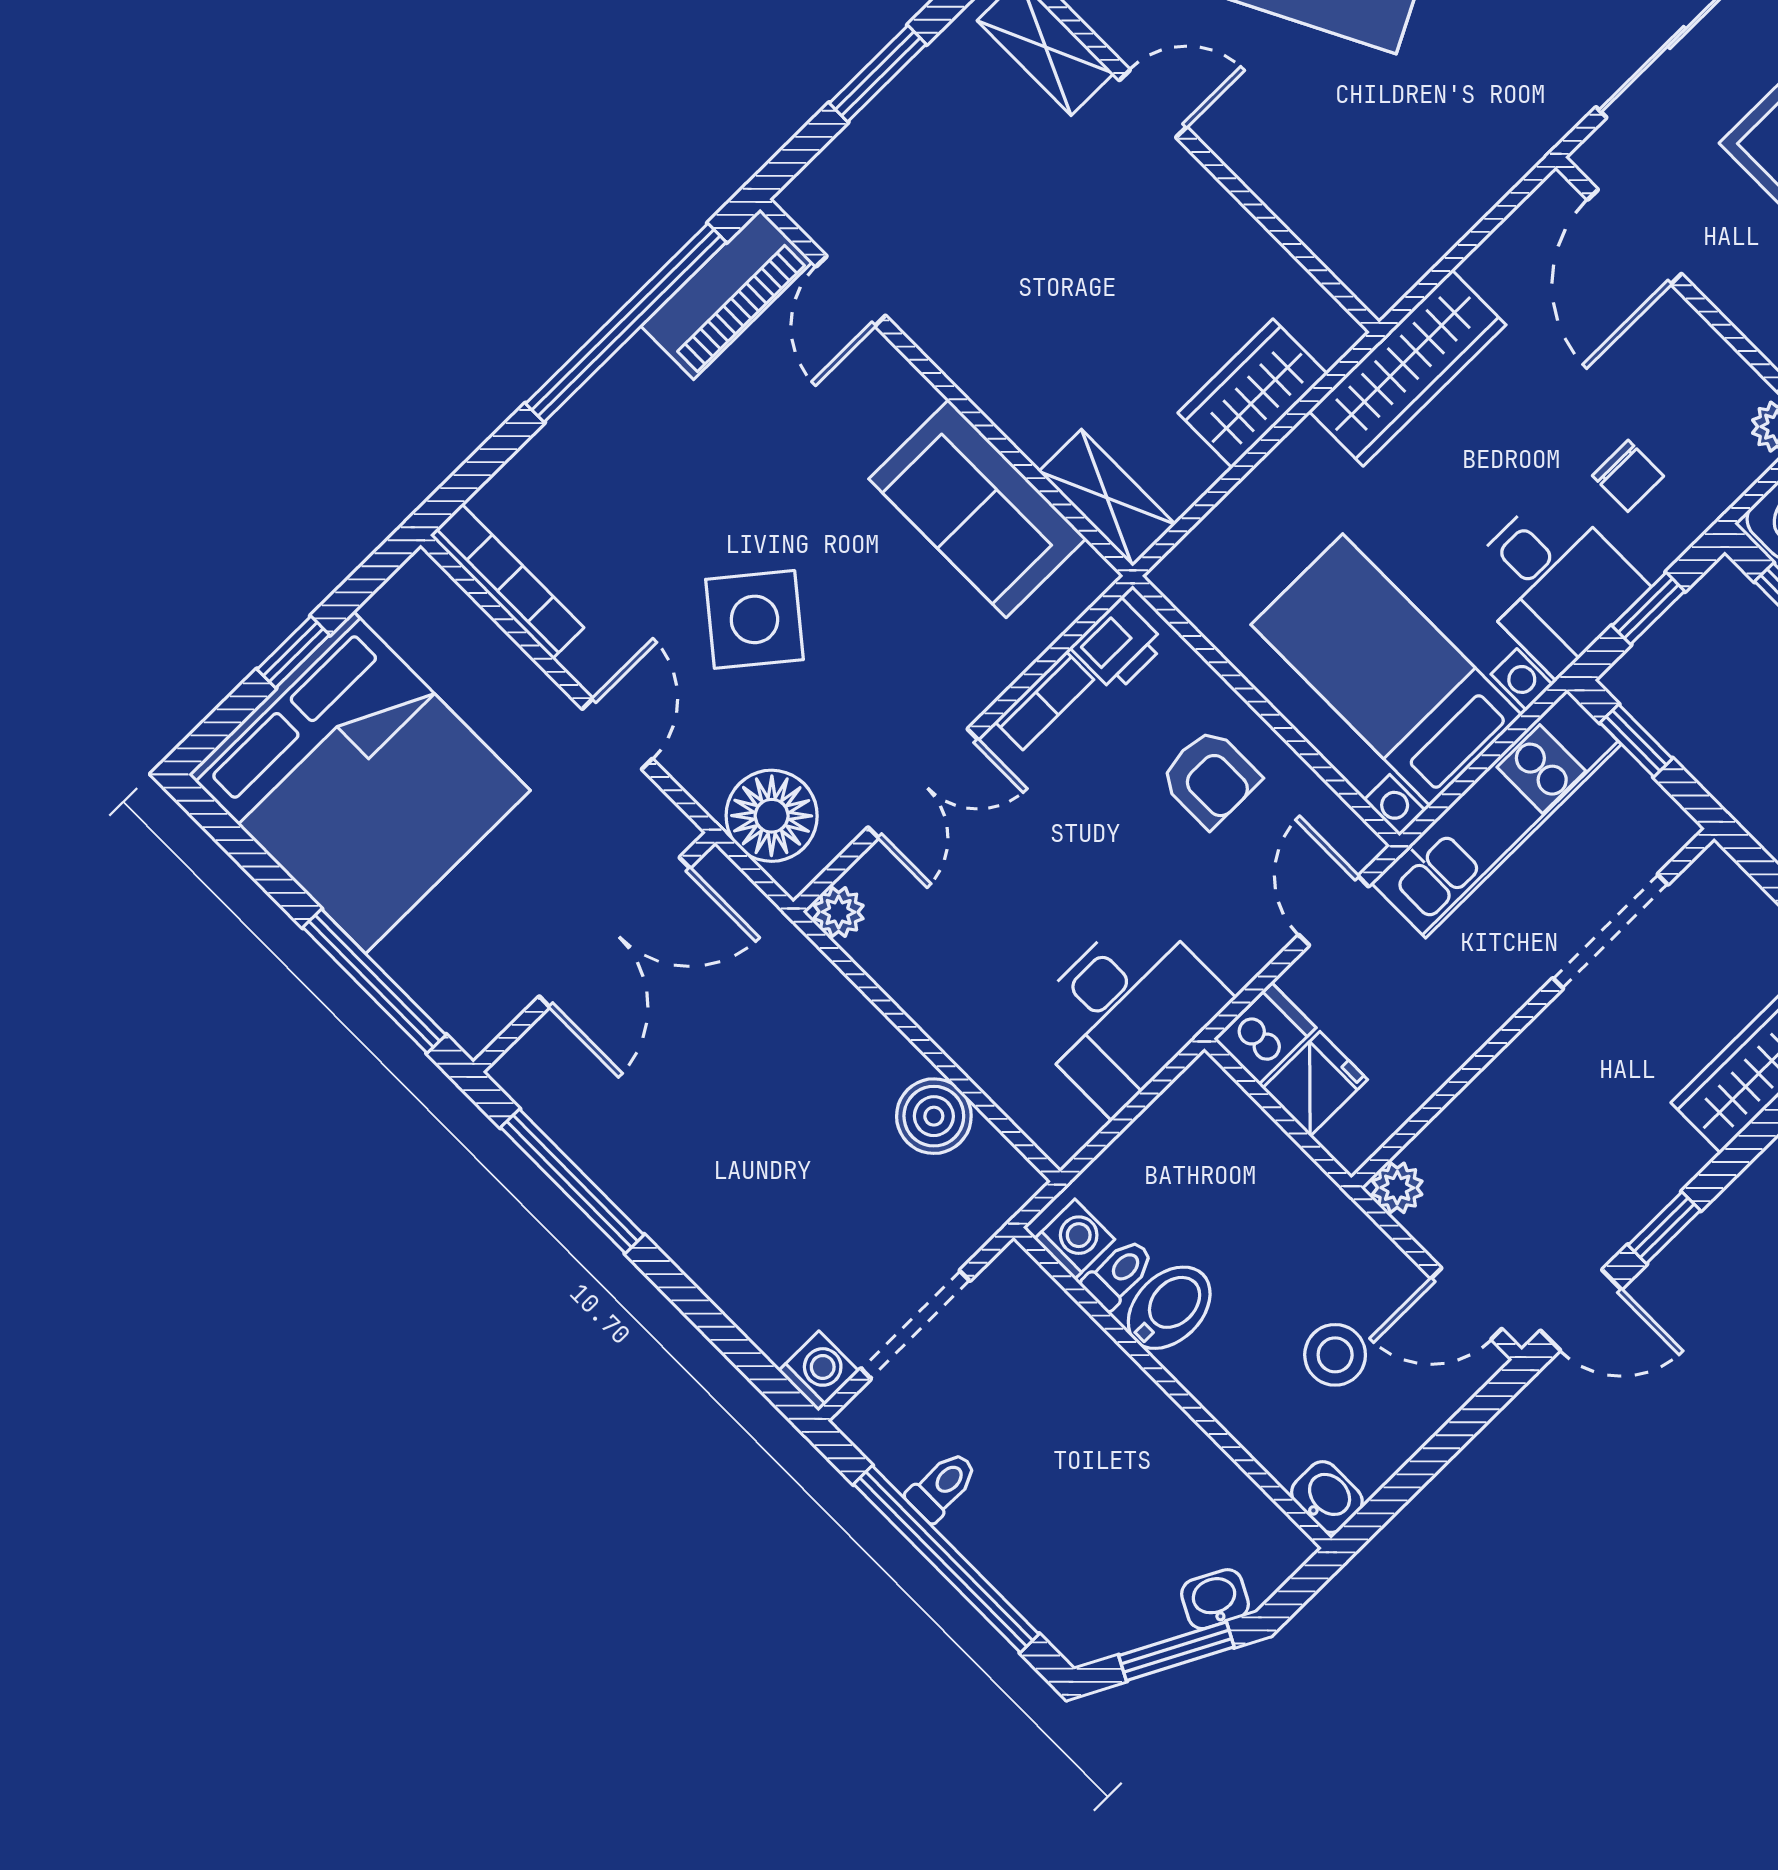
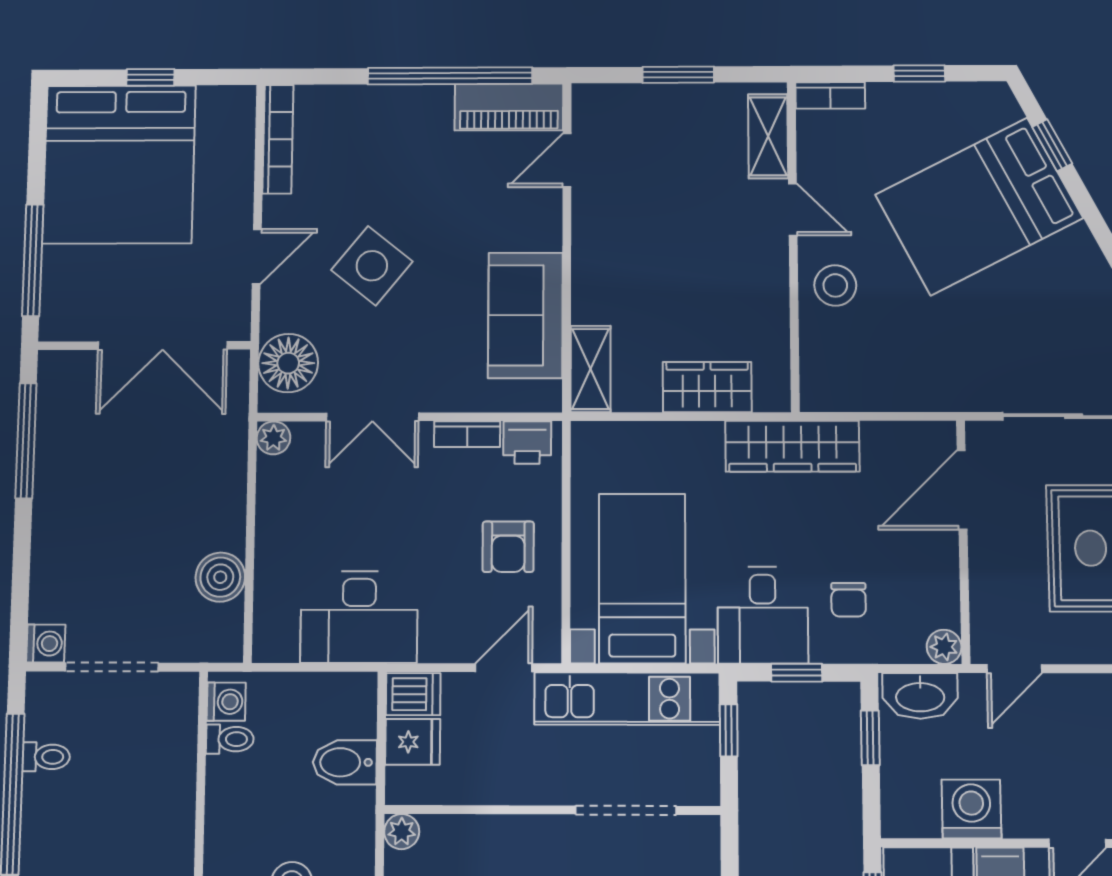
stool: (1282, 144) -> (835, 285), added
bidet: (1169, 1308) -> (345, 762), moved, turned 180

